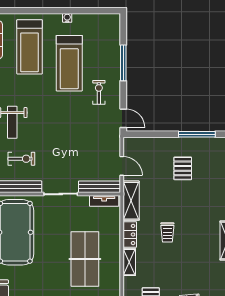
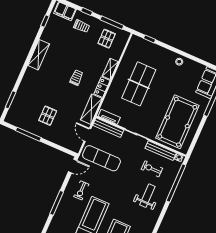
door: (123, 118) -> (73, 166), swing flipped
exercise mat: (91, 144) -> (101, 158), added

